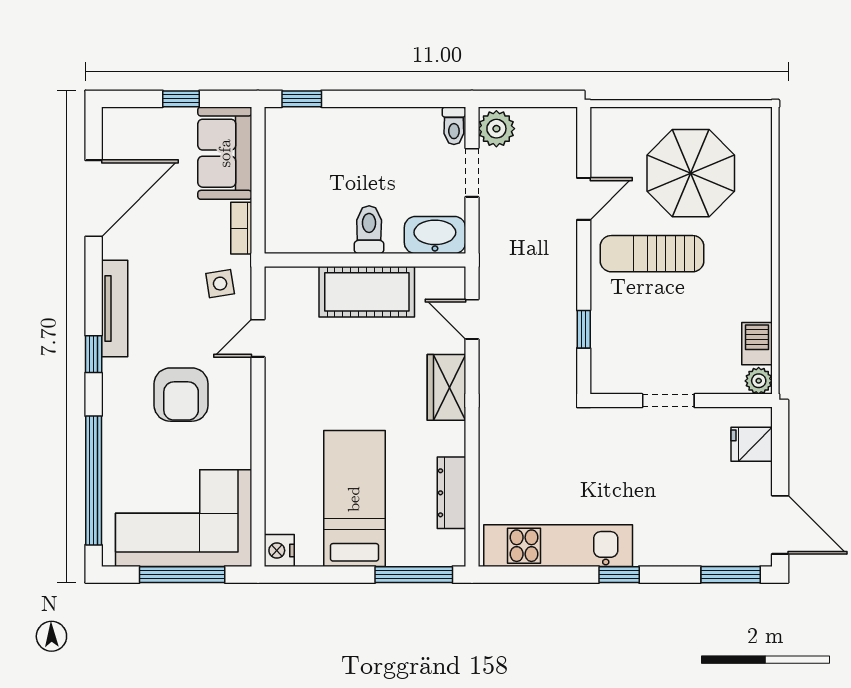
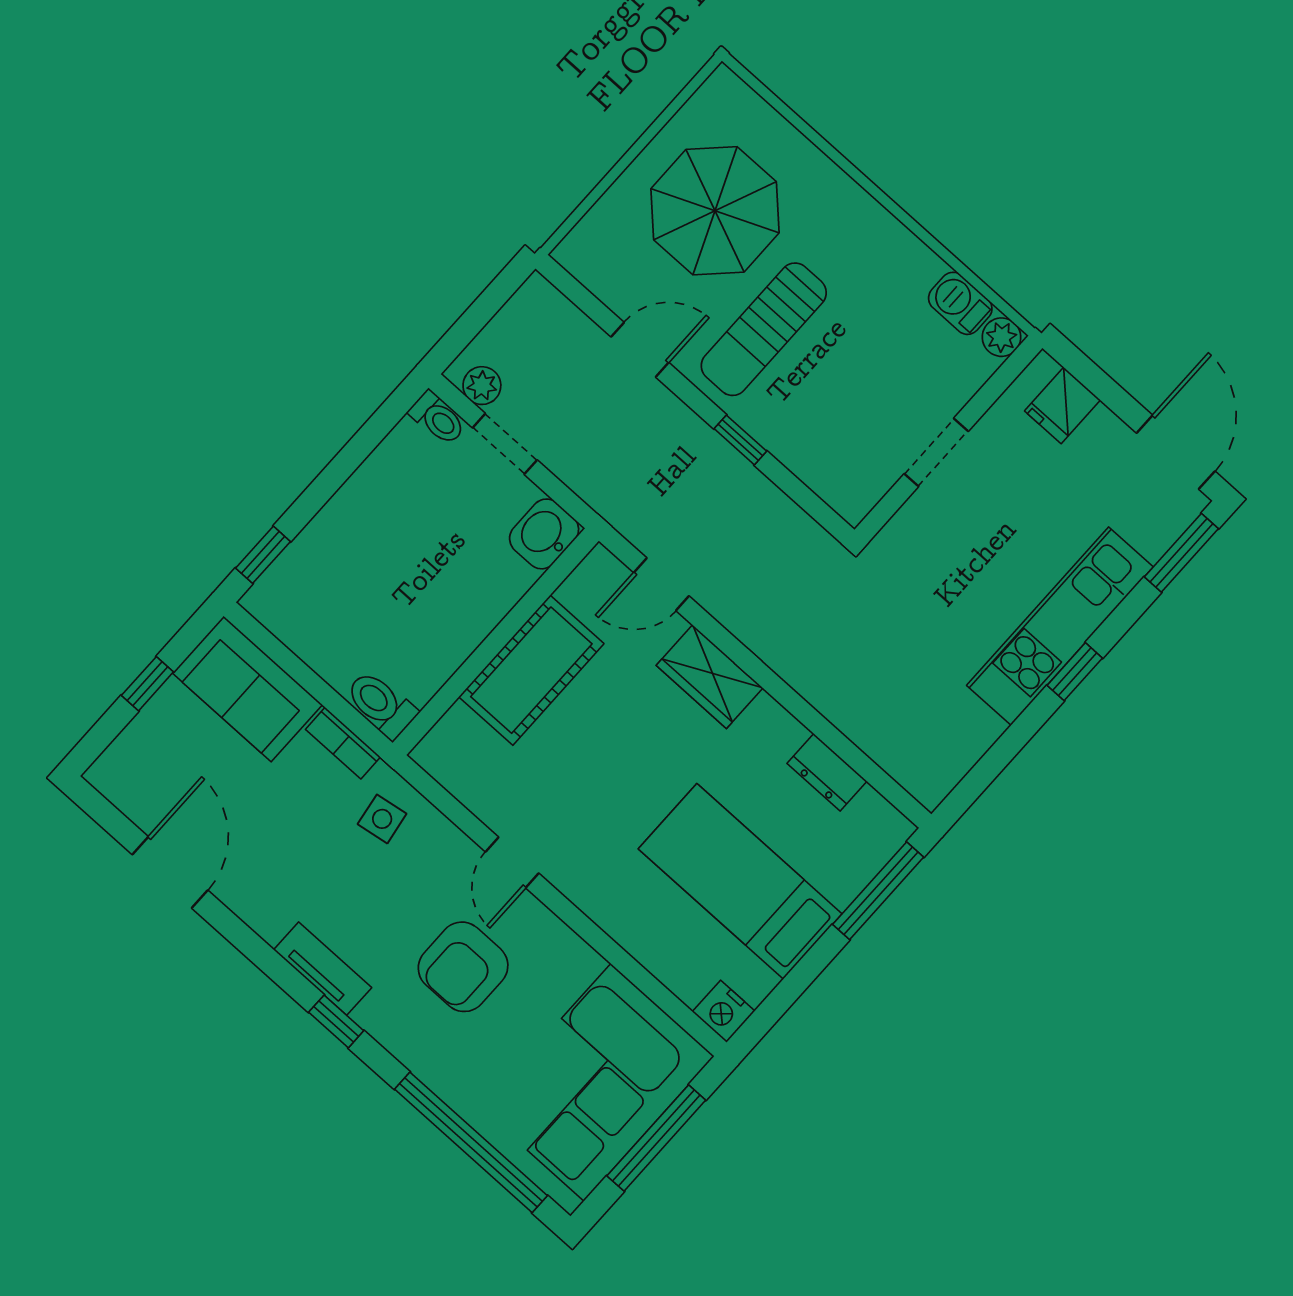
plant: (496, 129) -> (482, 386), width x0.73, depth x0.73
door: (94, 198) -> (170, 872), width x0.73
door: (584, 199) -> (640, 350), hinge flipped
toilet: (369, 230) -> (381, 704), moved
washbasin: (435, 235) -> (544, 534), width x0.72
tv unit: (115, 308) -> (323, 969), width x0.71
window: (584, 329) -> (740, 440), moved
door: (258, 338) -> (512, 863), moved
armchair: (181, 395) -> (463, 967), turned 90
dresser: (451, 493) -> (827, 772), width x0.70
door: (780, 525) -> (1176, 452), hinge flipped
kitchen unit: (558, 546) -> (1060, 626), moved

